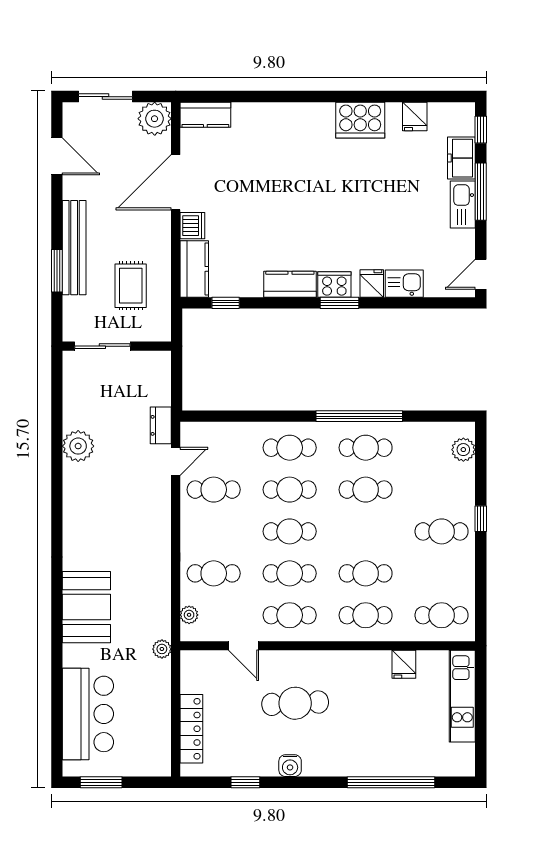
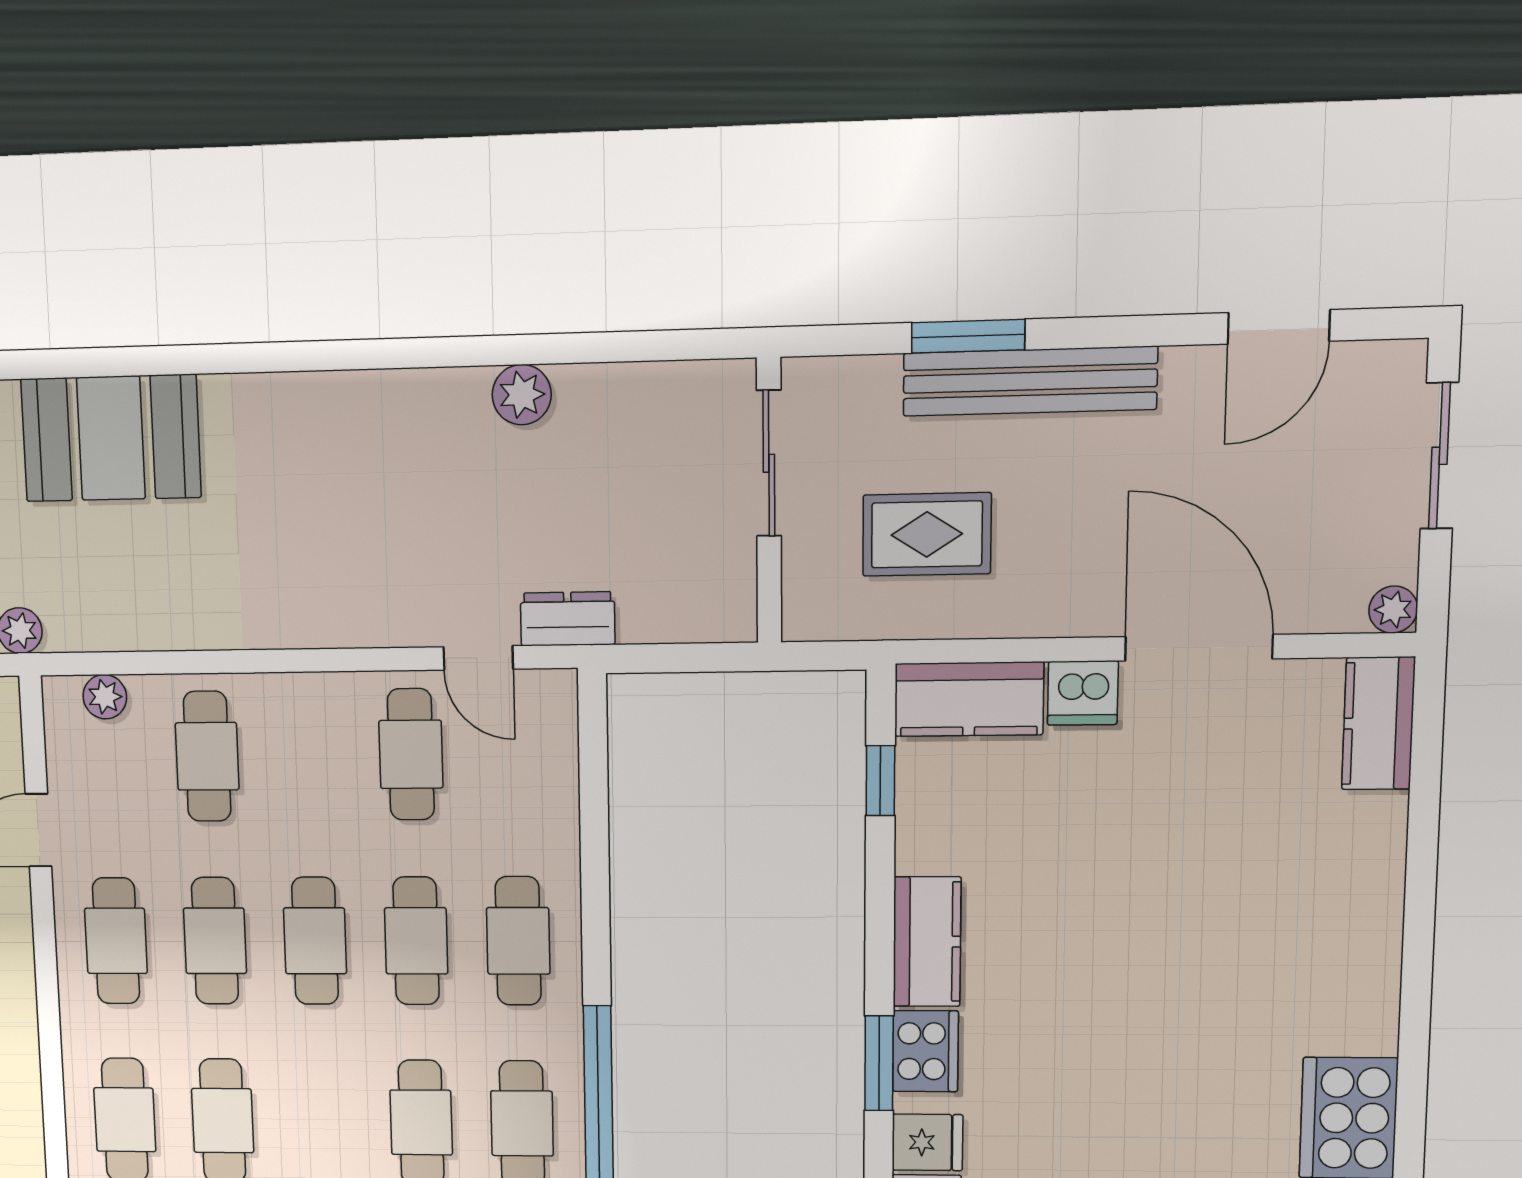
plant: (155, 119) -> (1393, 610), width x0.53, depth x0.53
plant: (78, 446) -> (522, 395), width x0.73, depth x0.73

